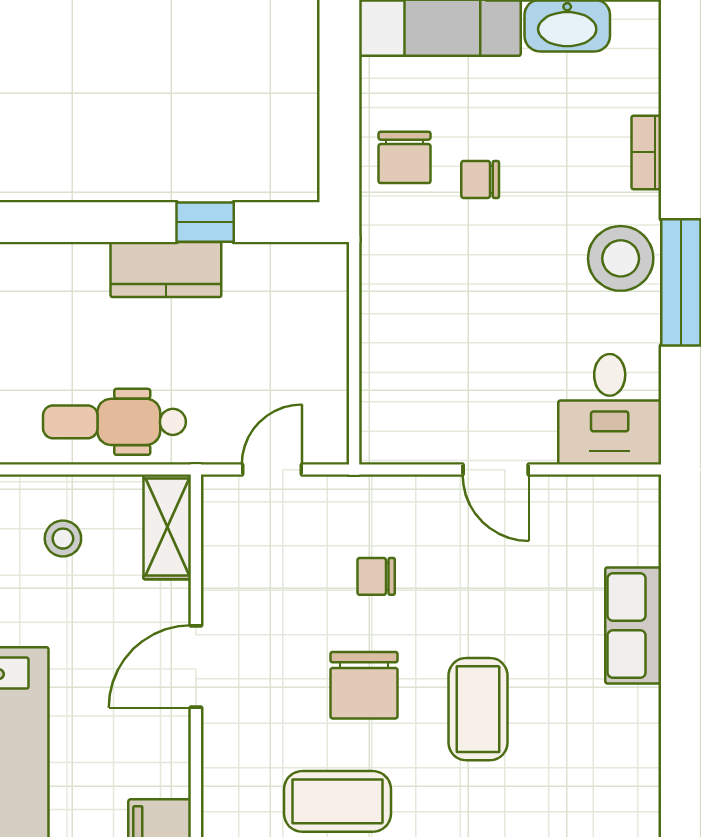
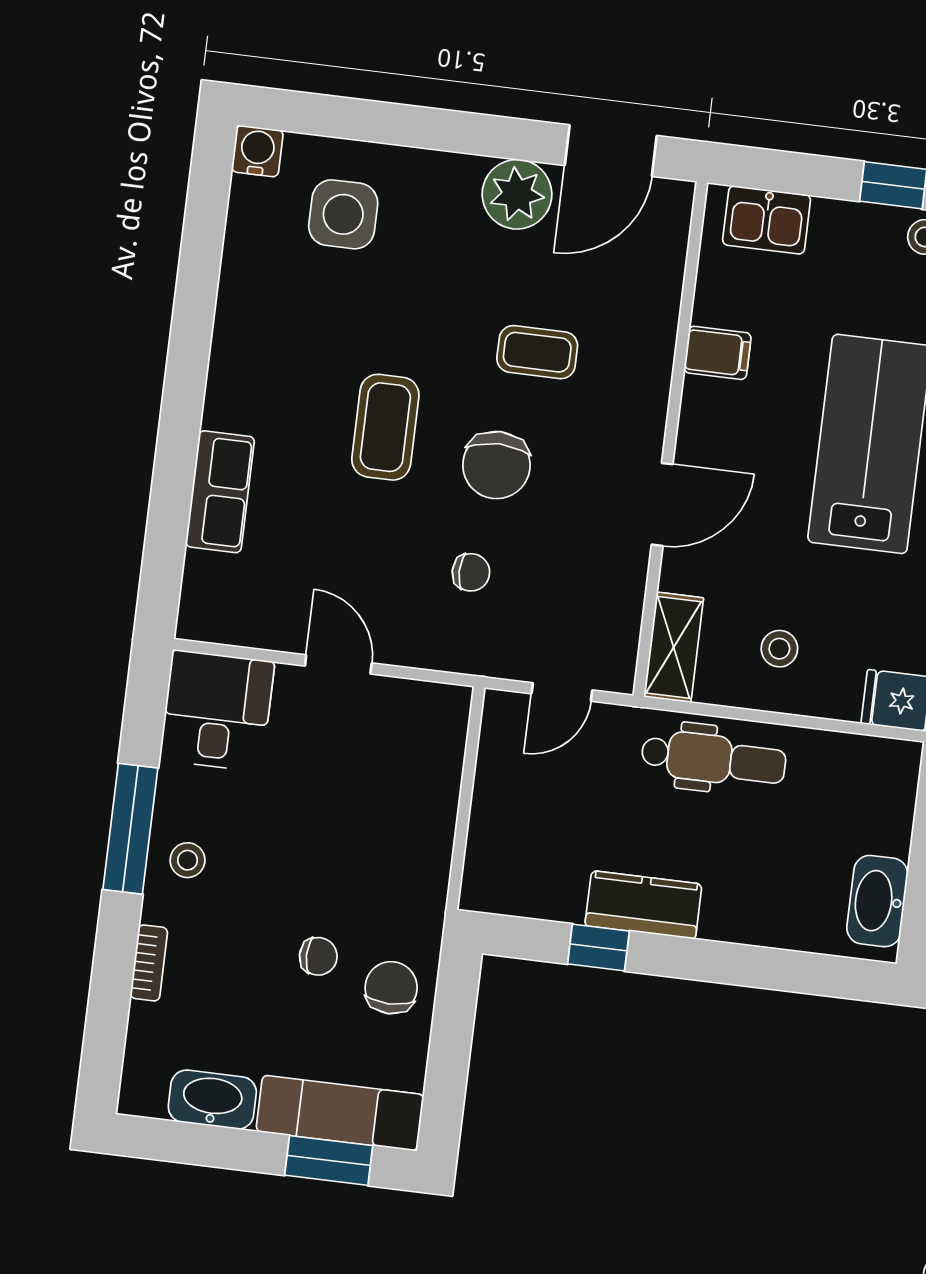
stool: (621, 258) -> (188, 860), width x0.53, depth x0.53
chair: (364, 685) -> (496, 465), turned 180
coffee table: (337, 801) -> (537, 352), width x0.73, depth x0.77

